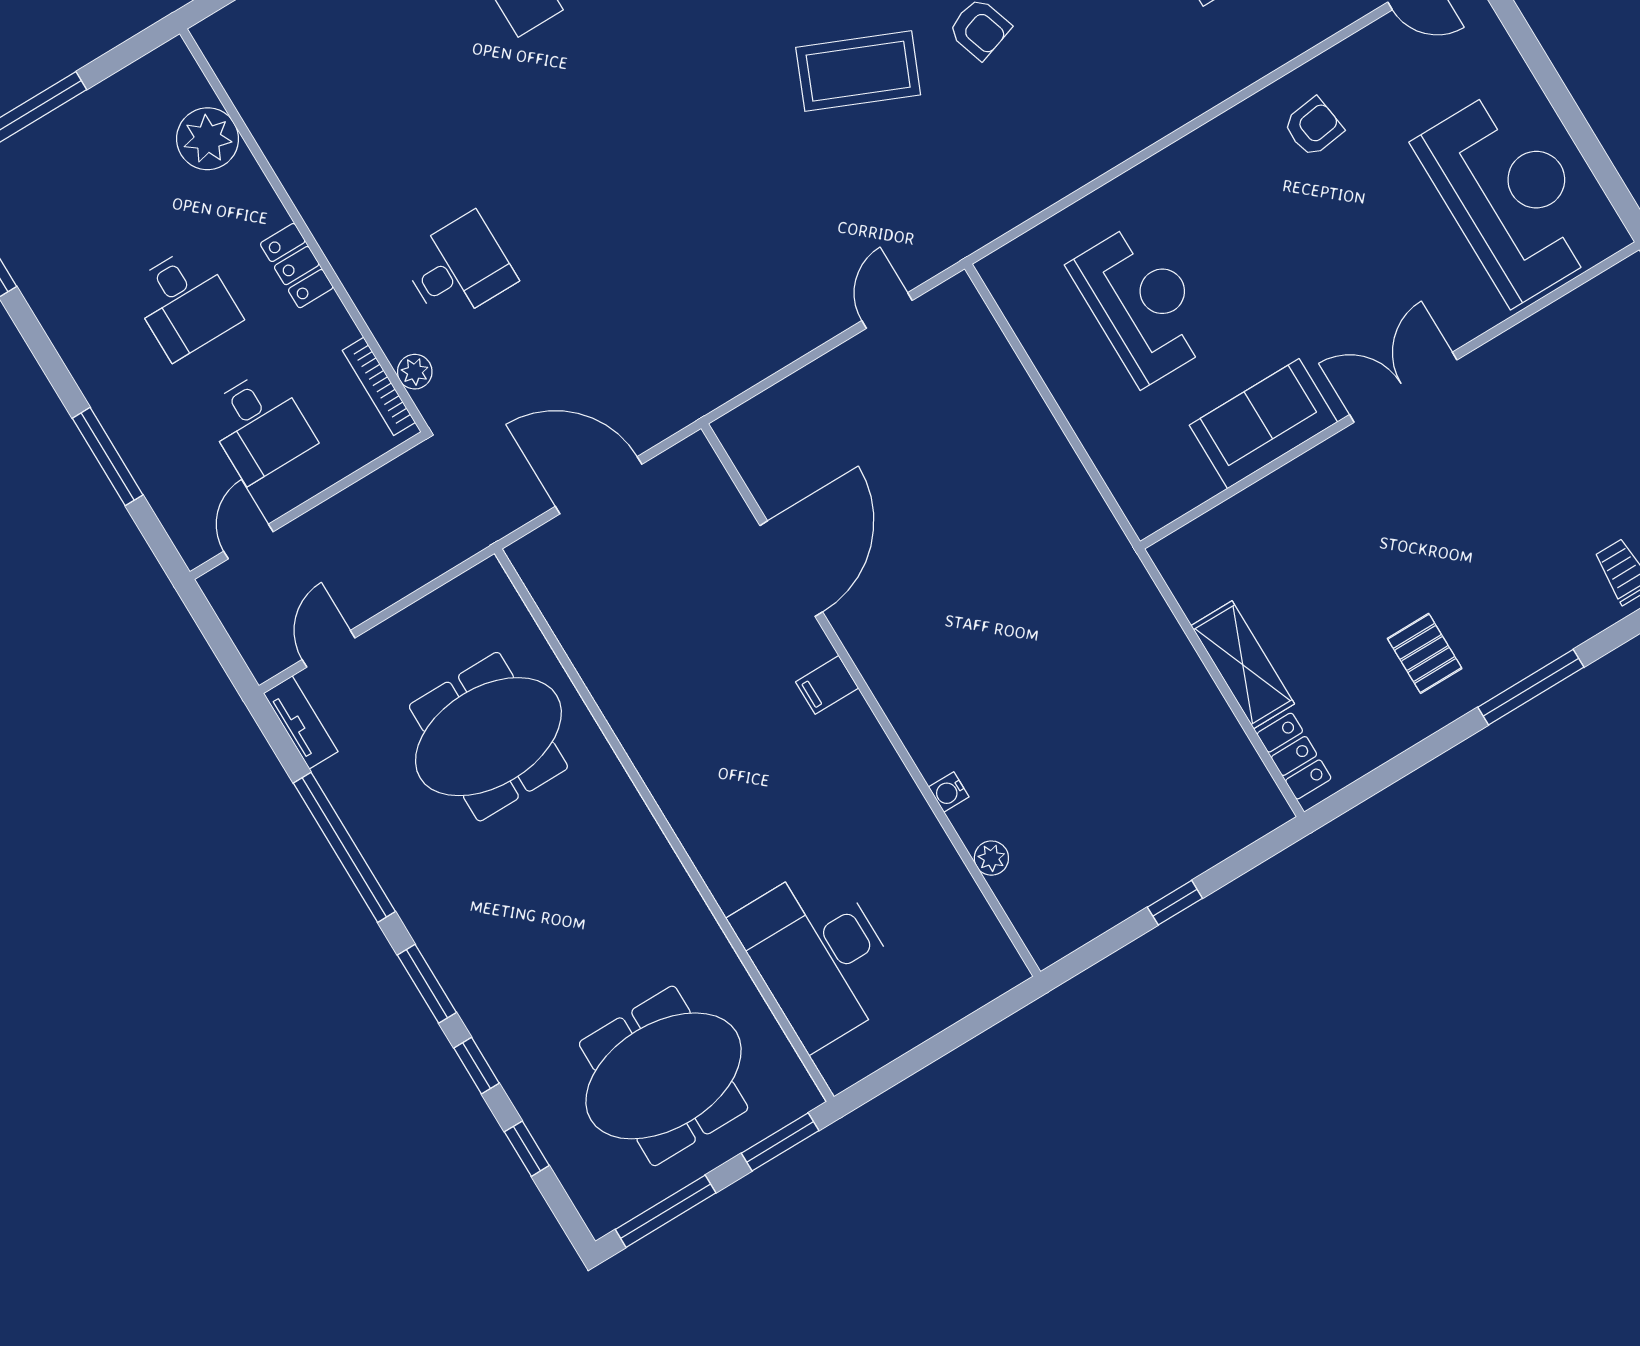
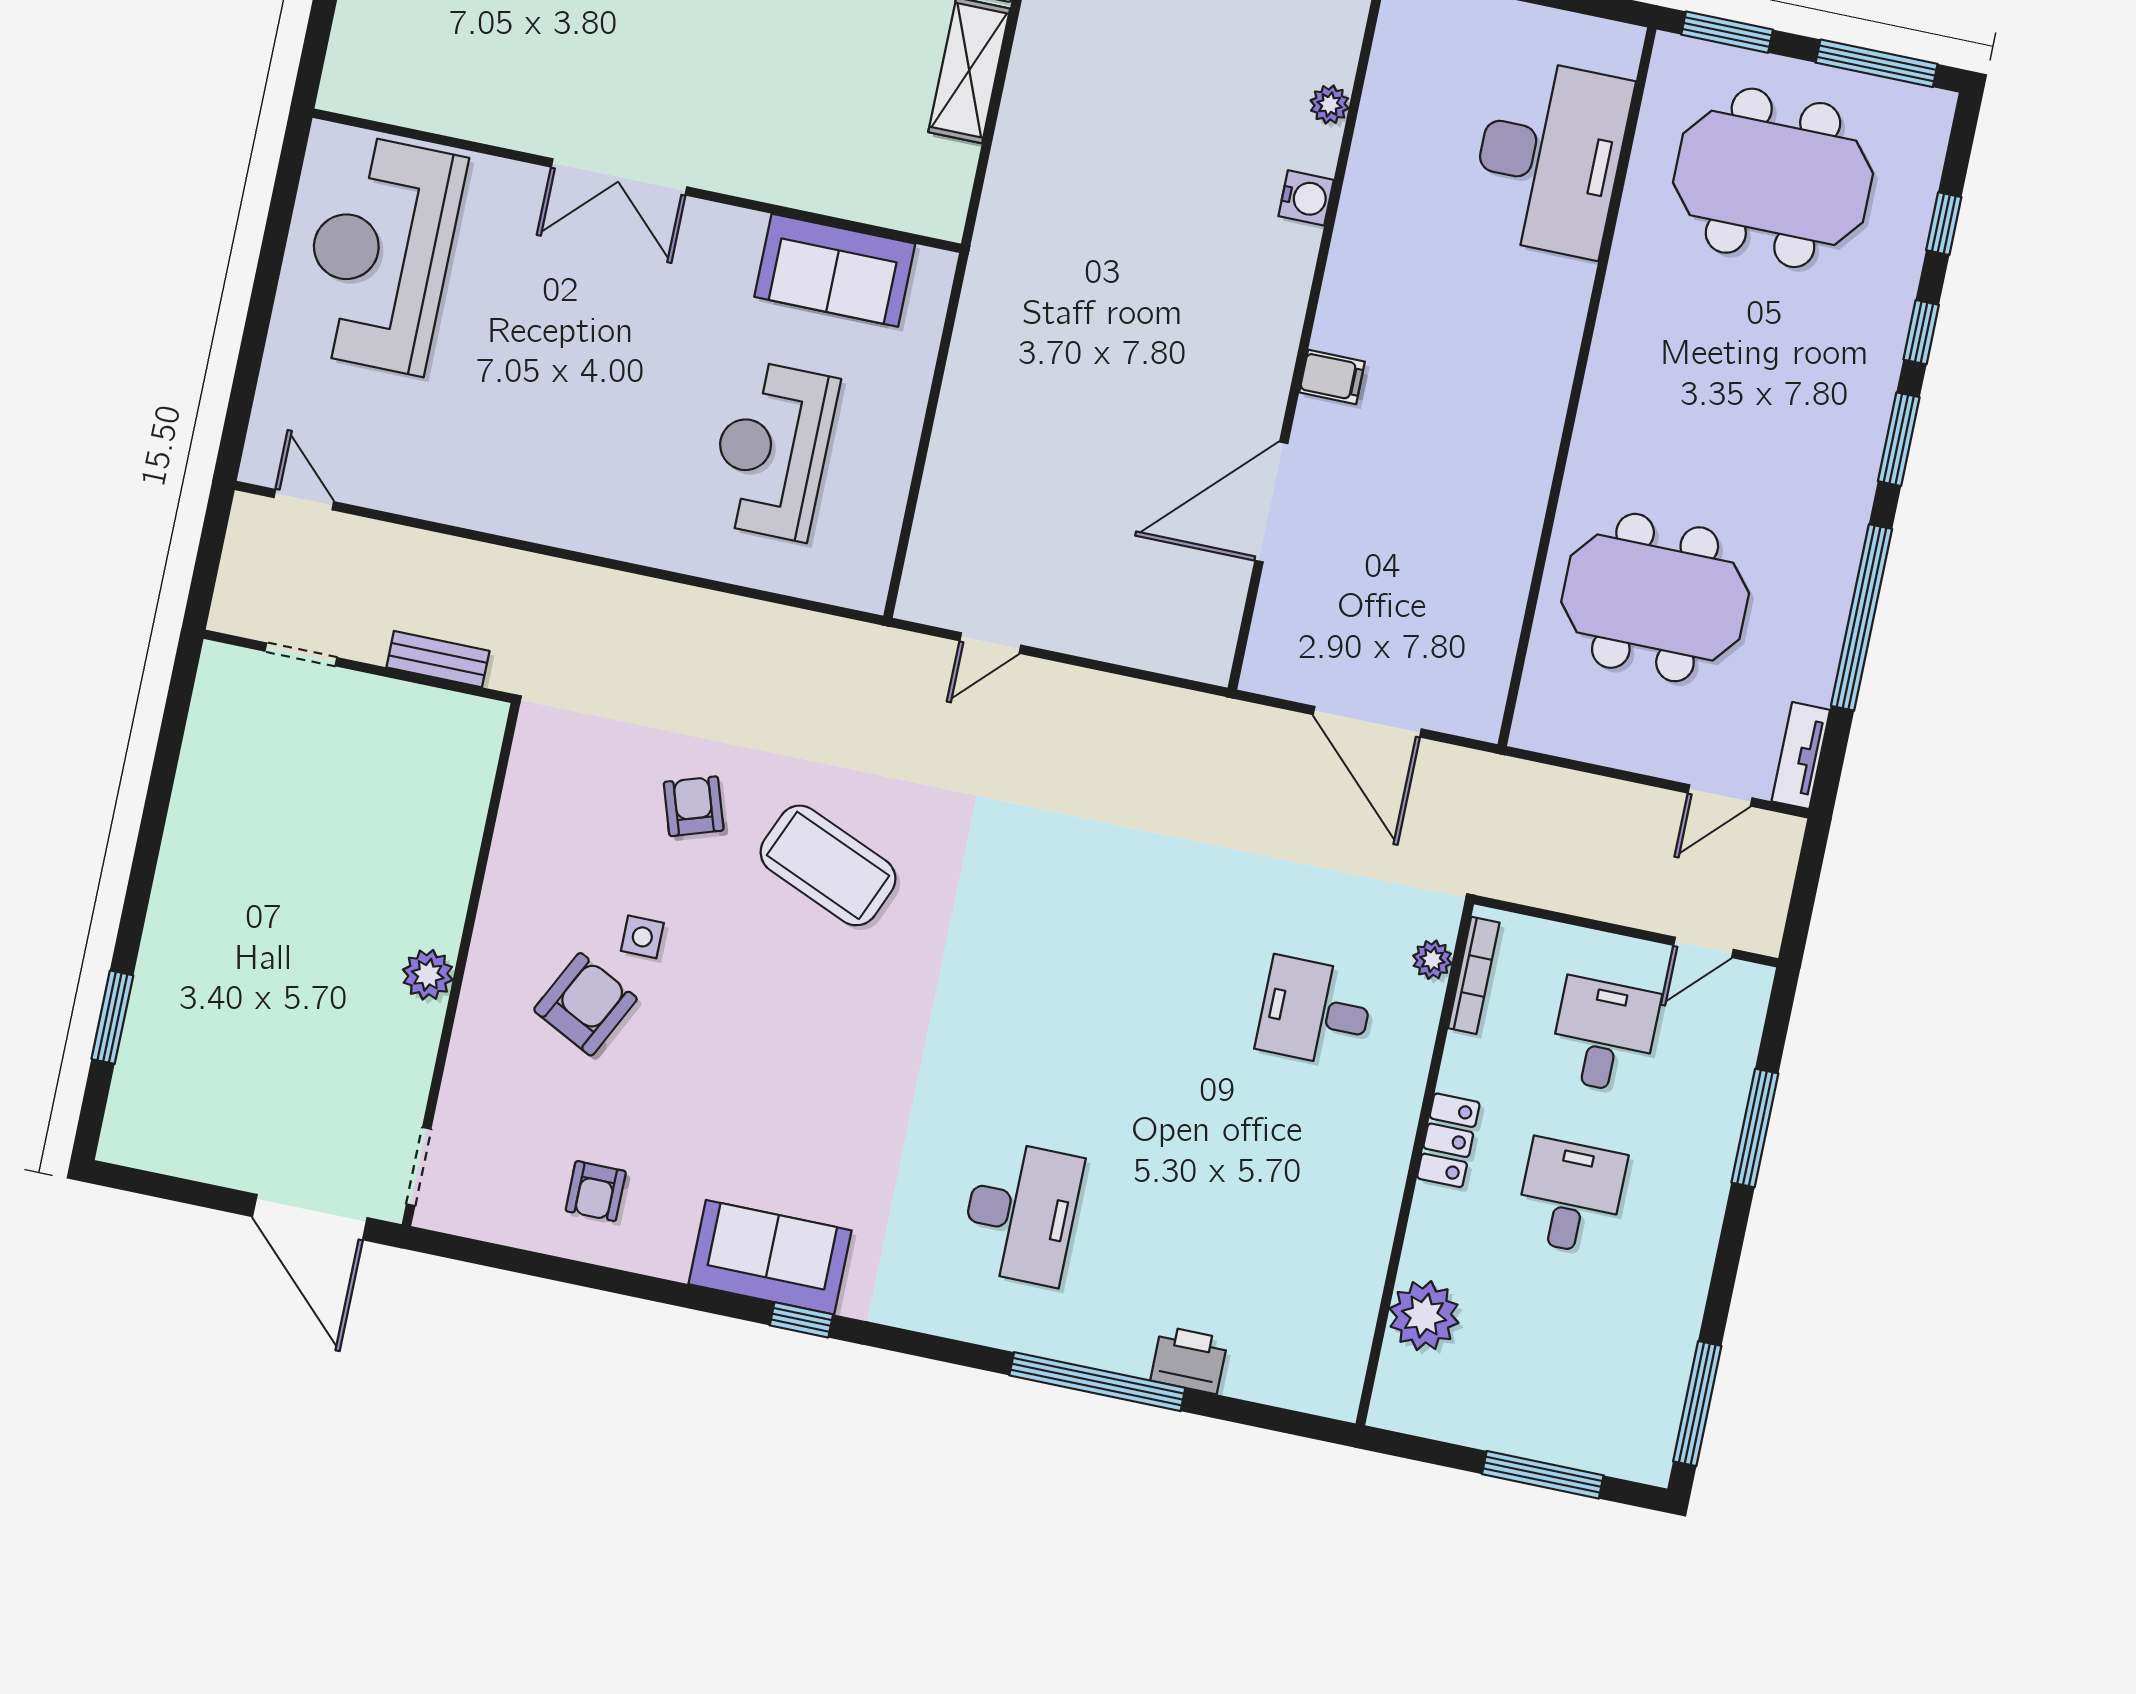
armchair: (1313, 127) -> (492, 464), removed
sofa: (1263, 424) -> (835, 270), moved
water cooler: (949, 792) -> (1306, 198), width x1.38, depth x1.38

